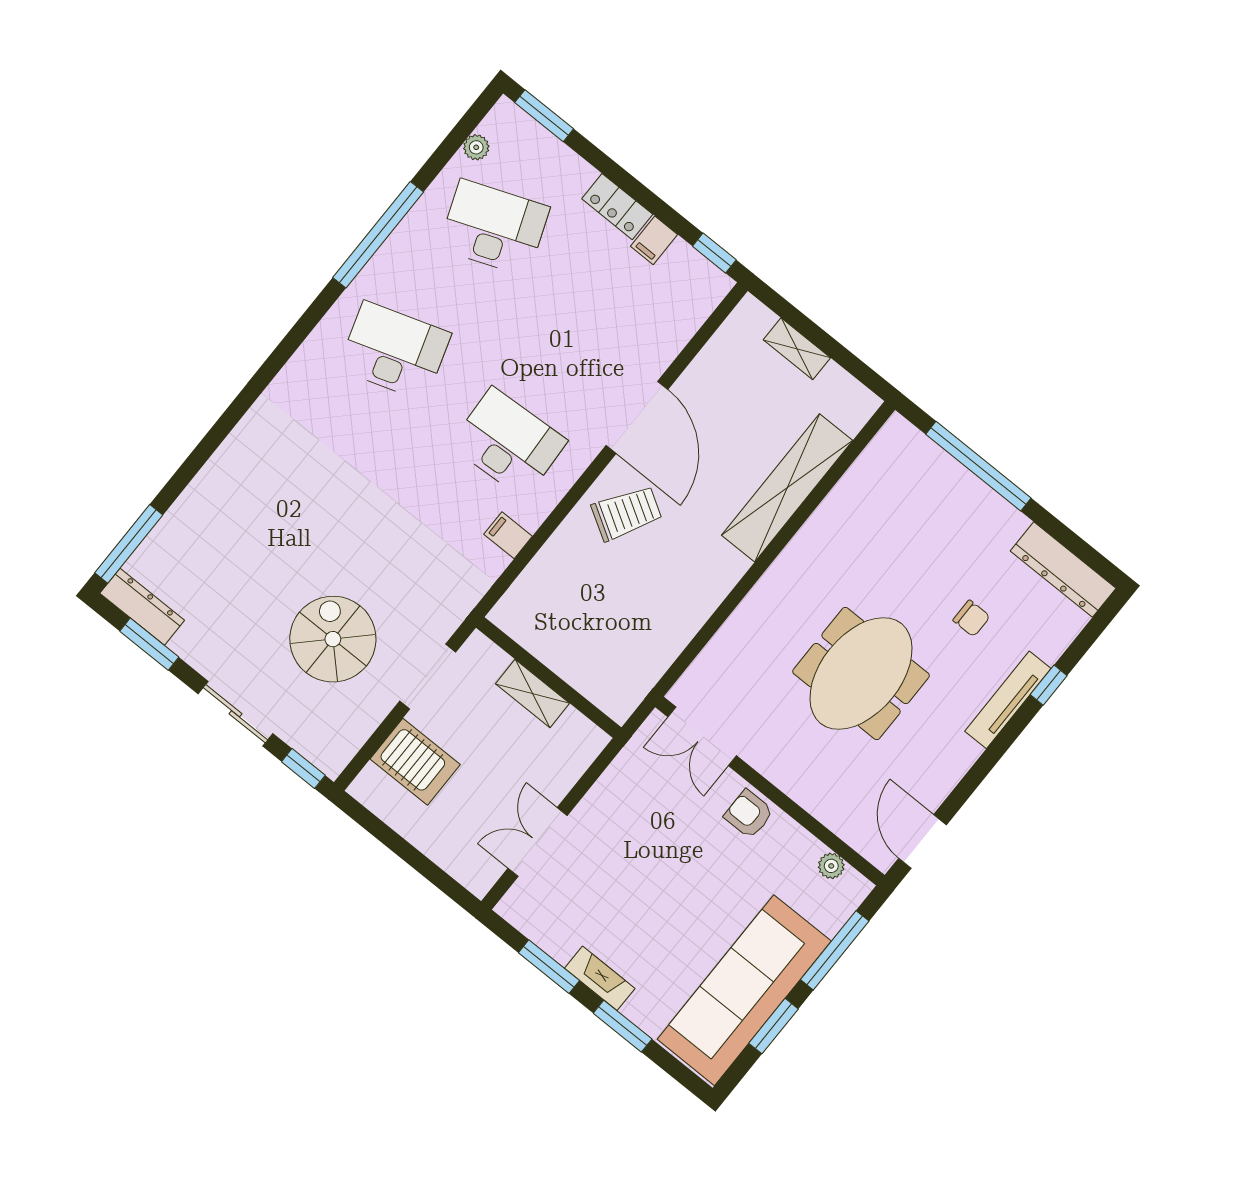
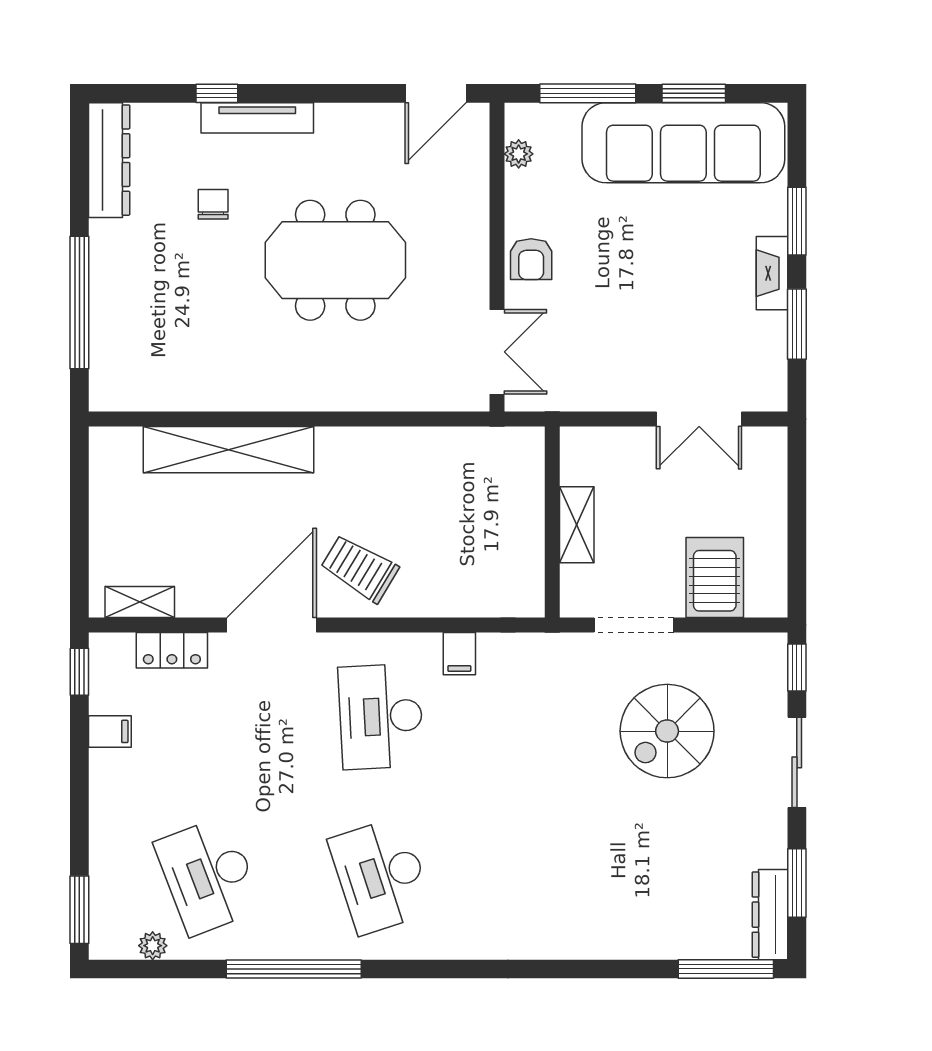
locker: (617, 207) -> (172, 650), moved, turned 90
shelving: (797, 349) -> (140, 602), moved, turned 90

